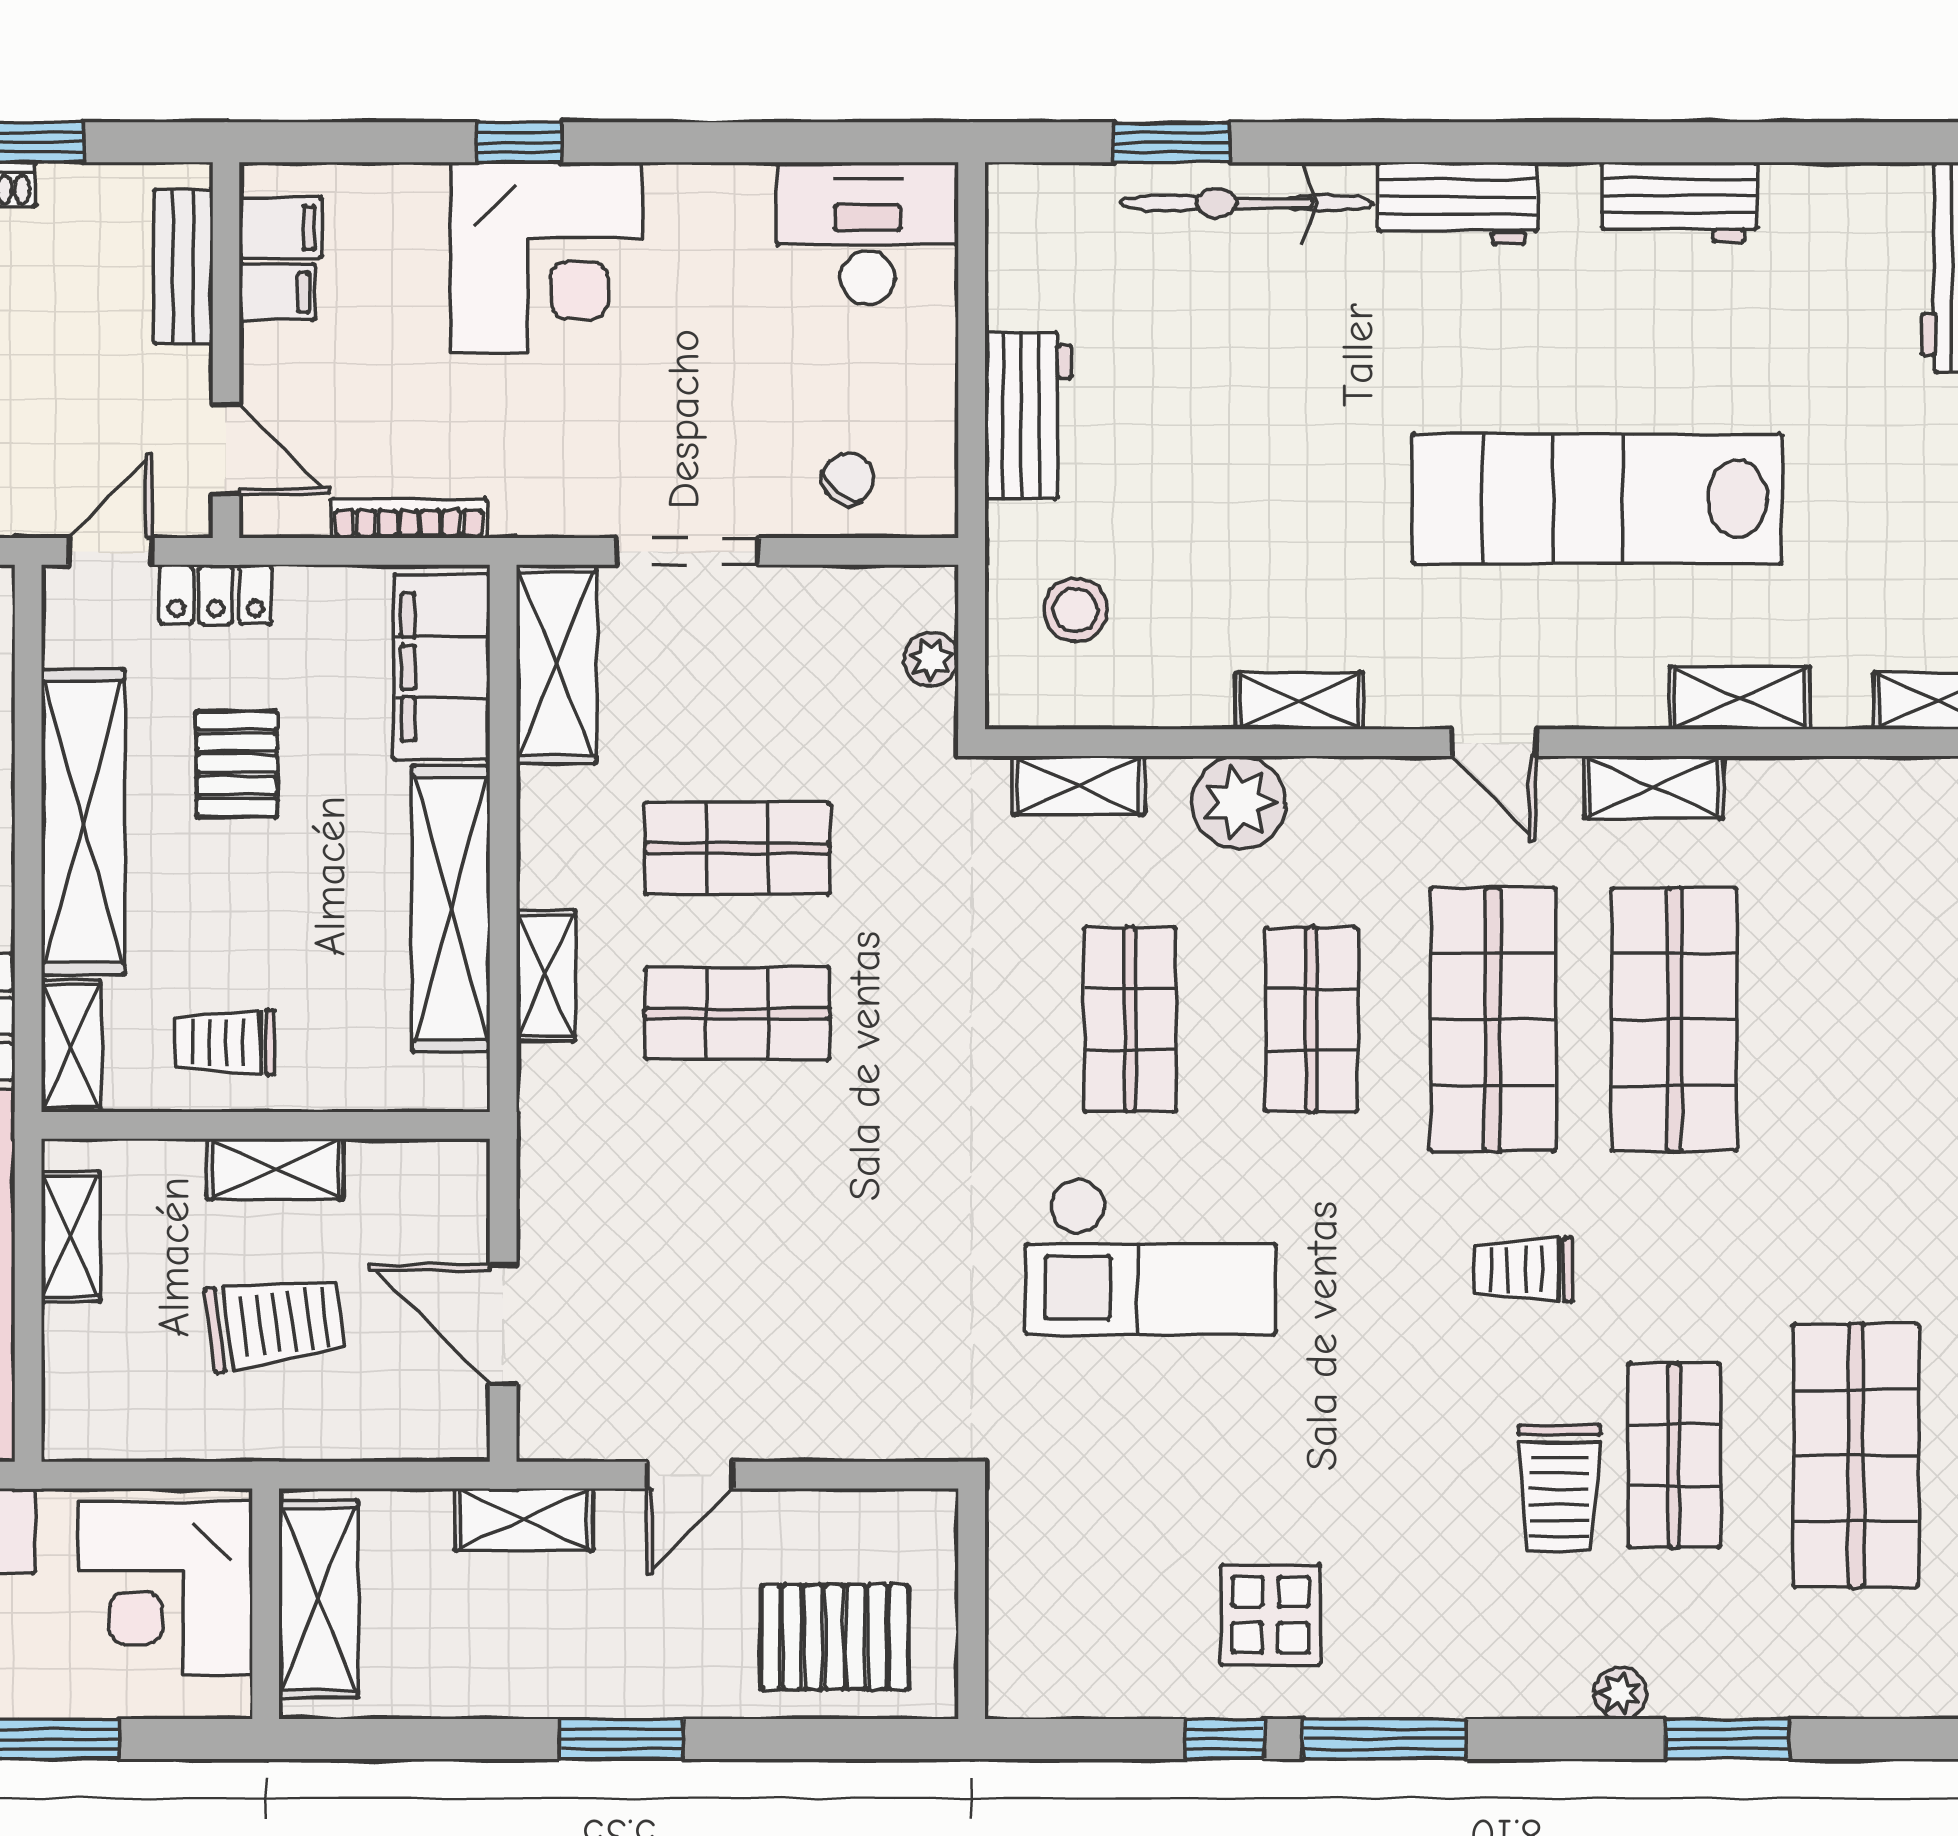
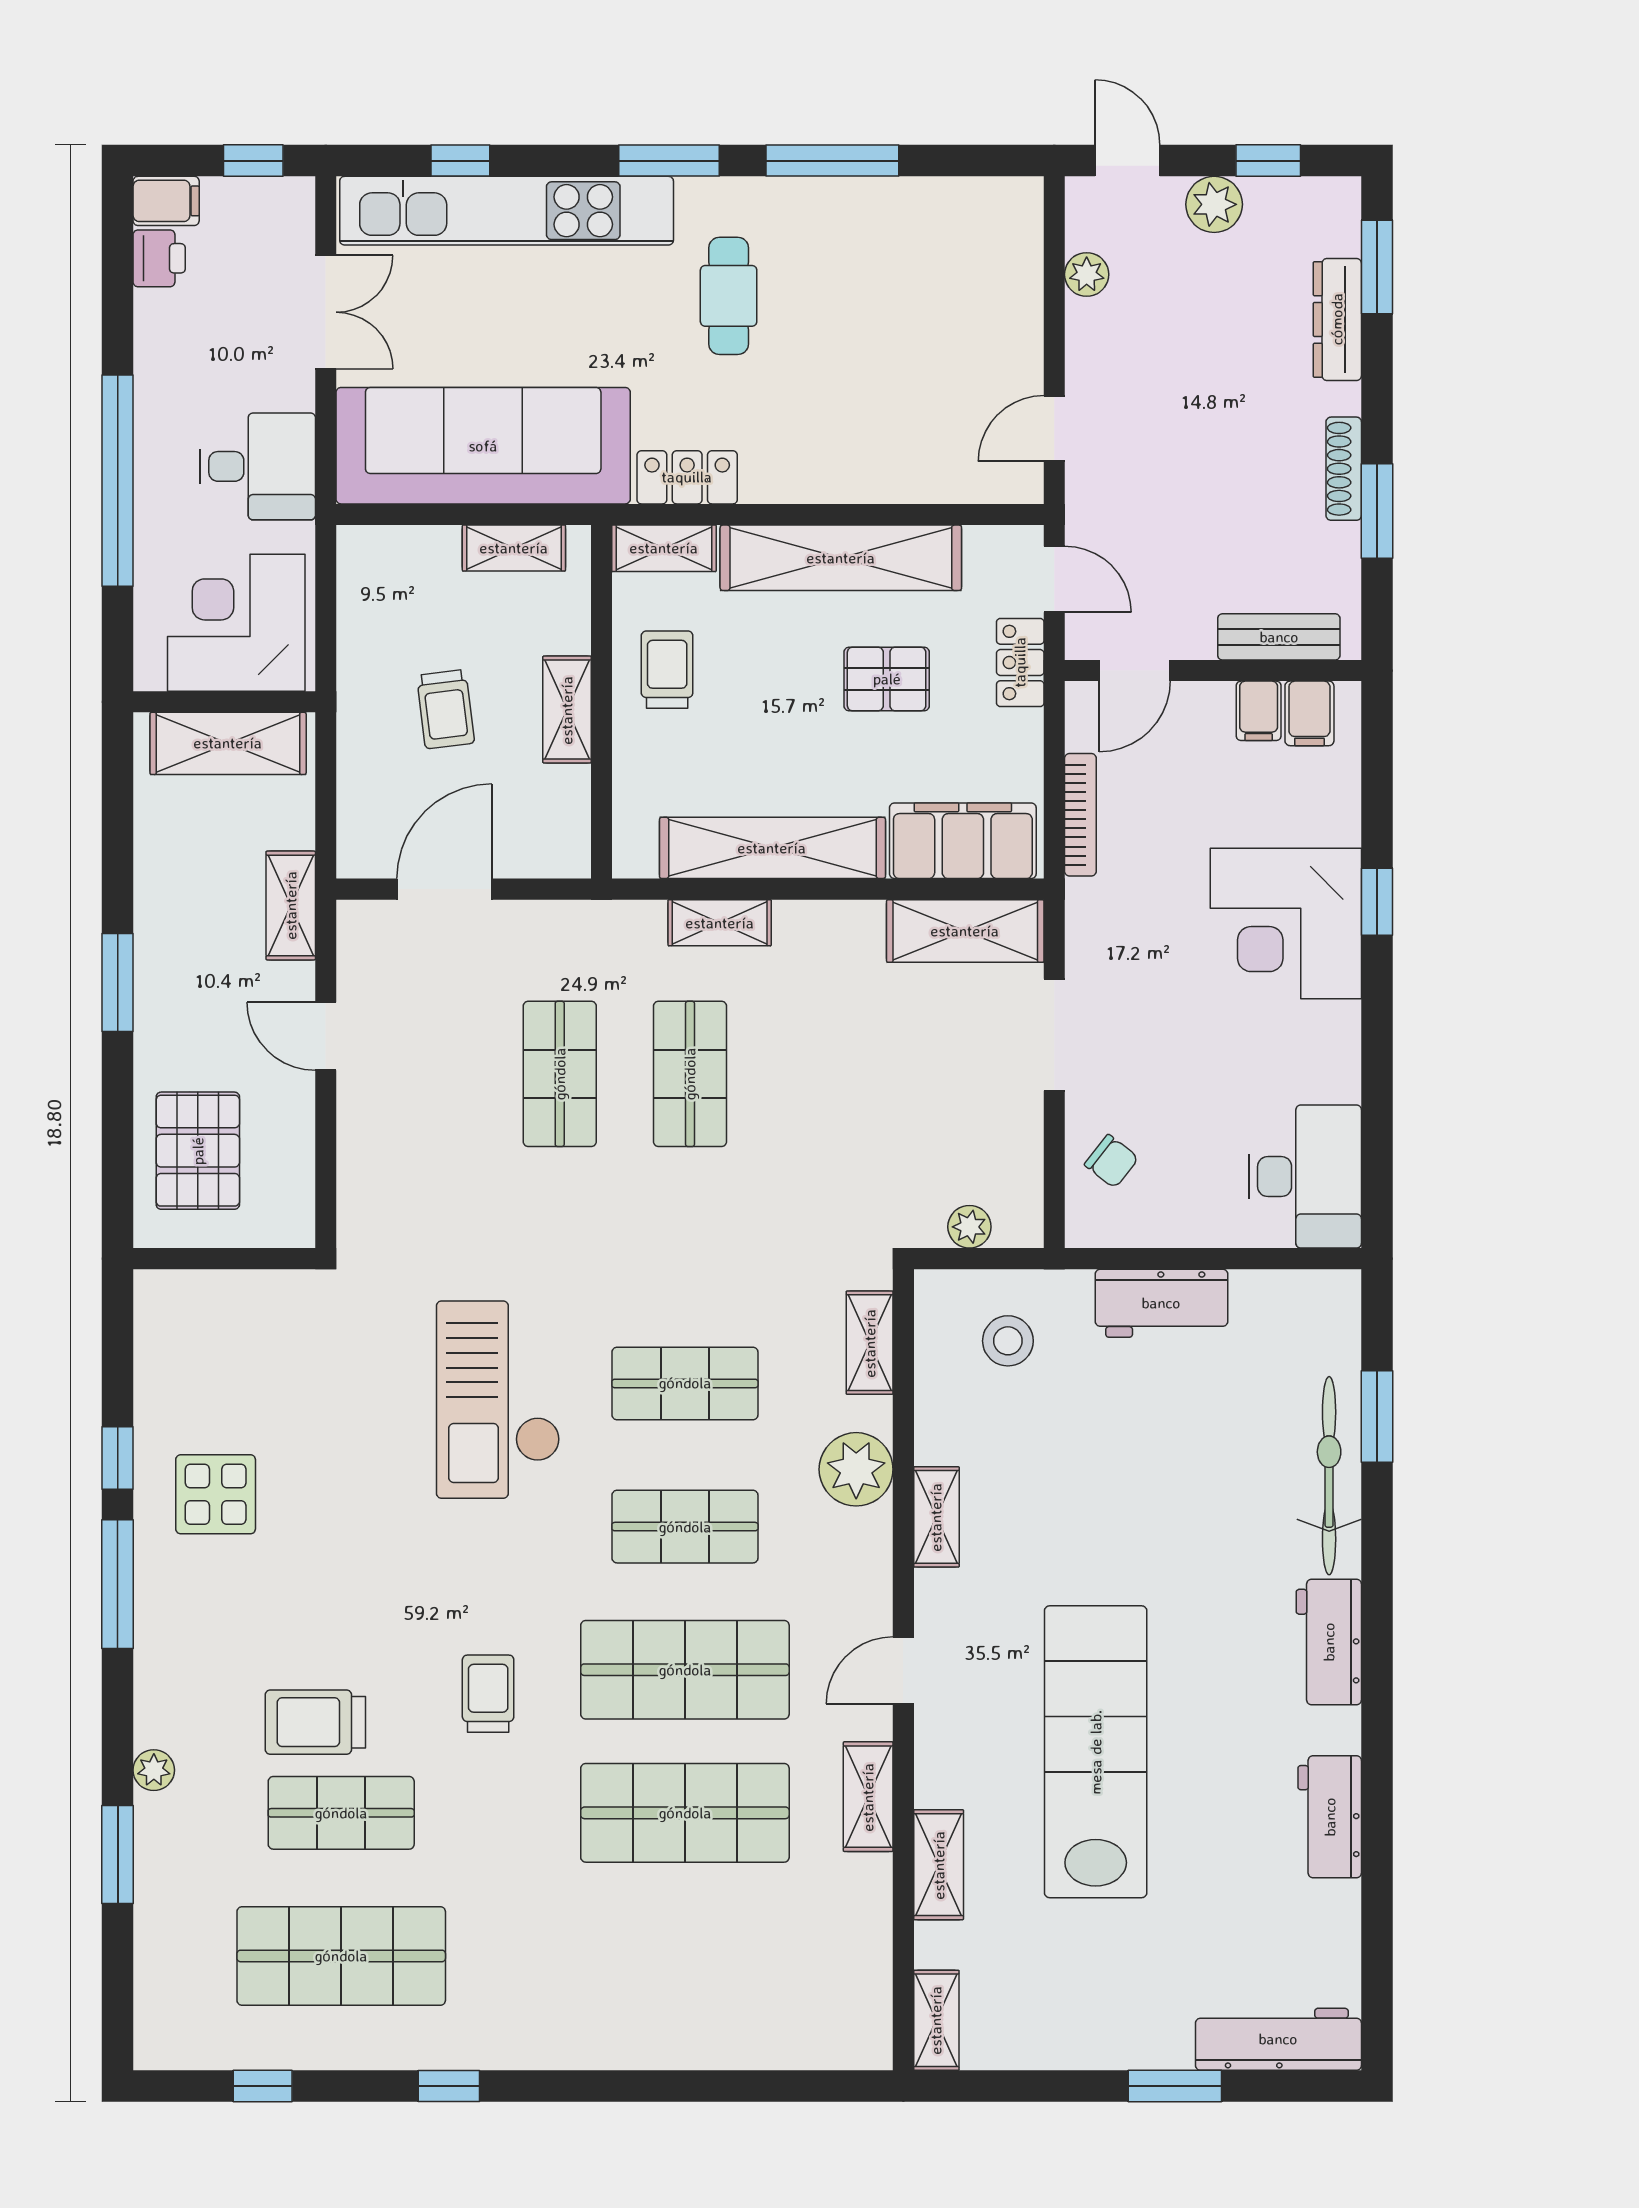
shop shelf: (737, 848) -> (560, 1074), moved
trolley: (275, 1323) -> (446, 709), width x0.73, depth x0.72

